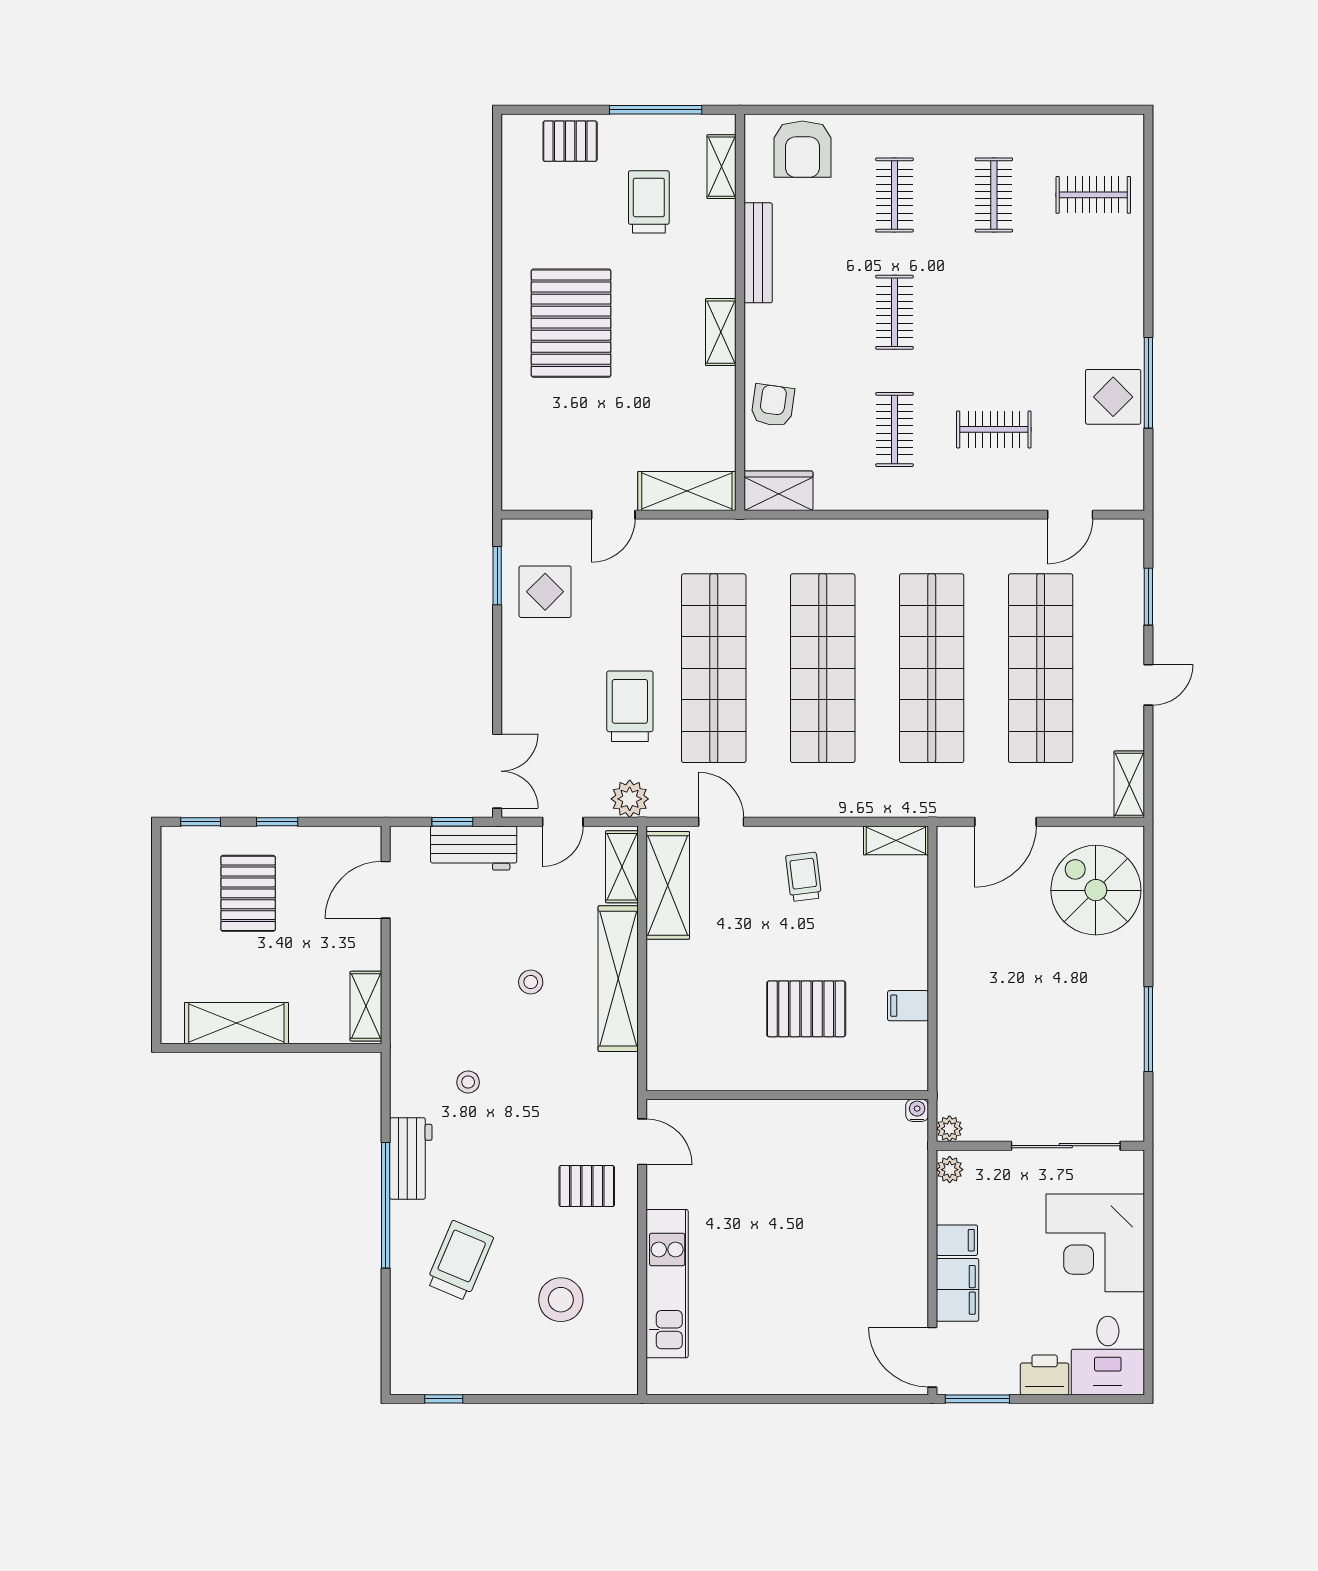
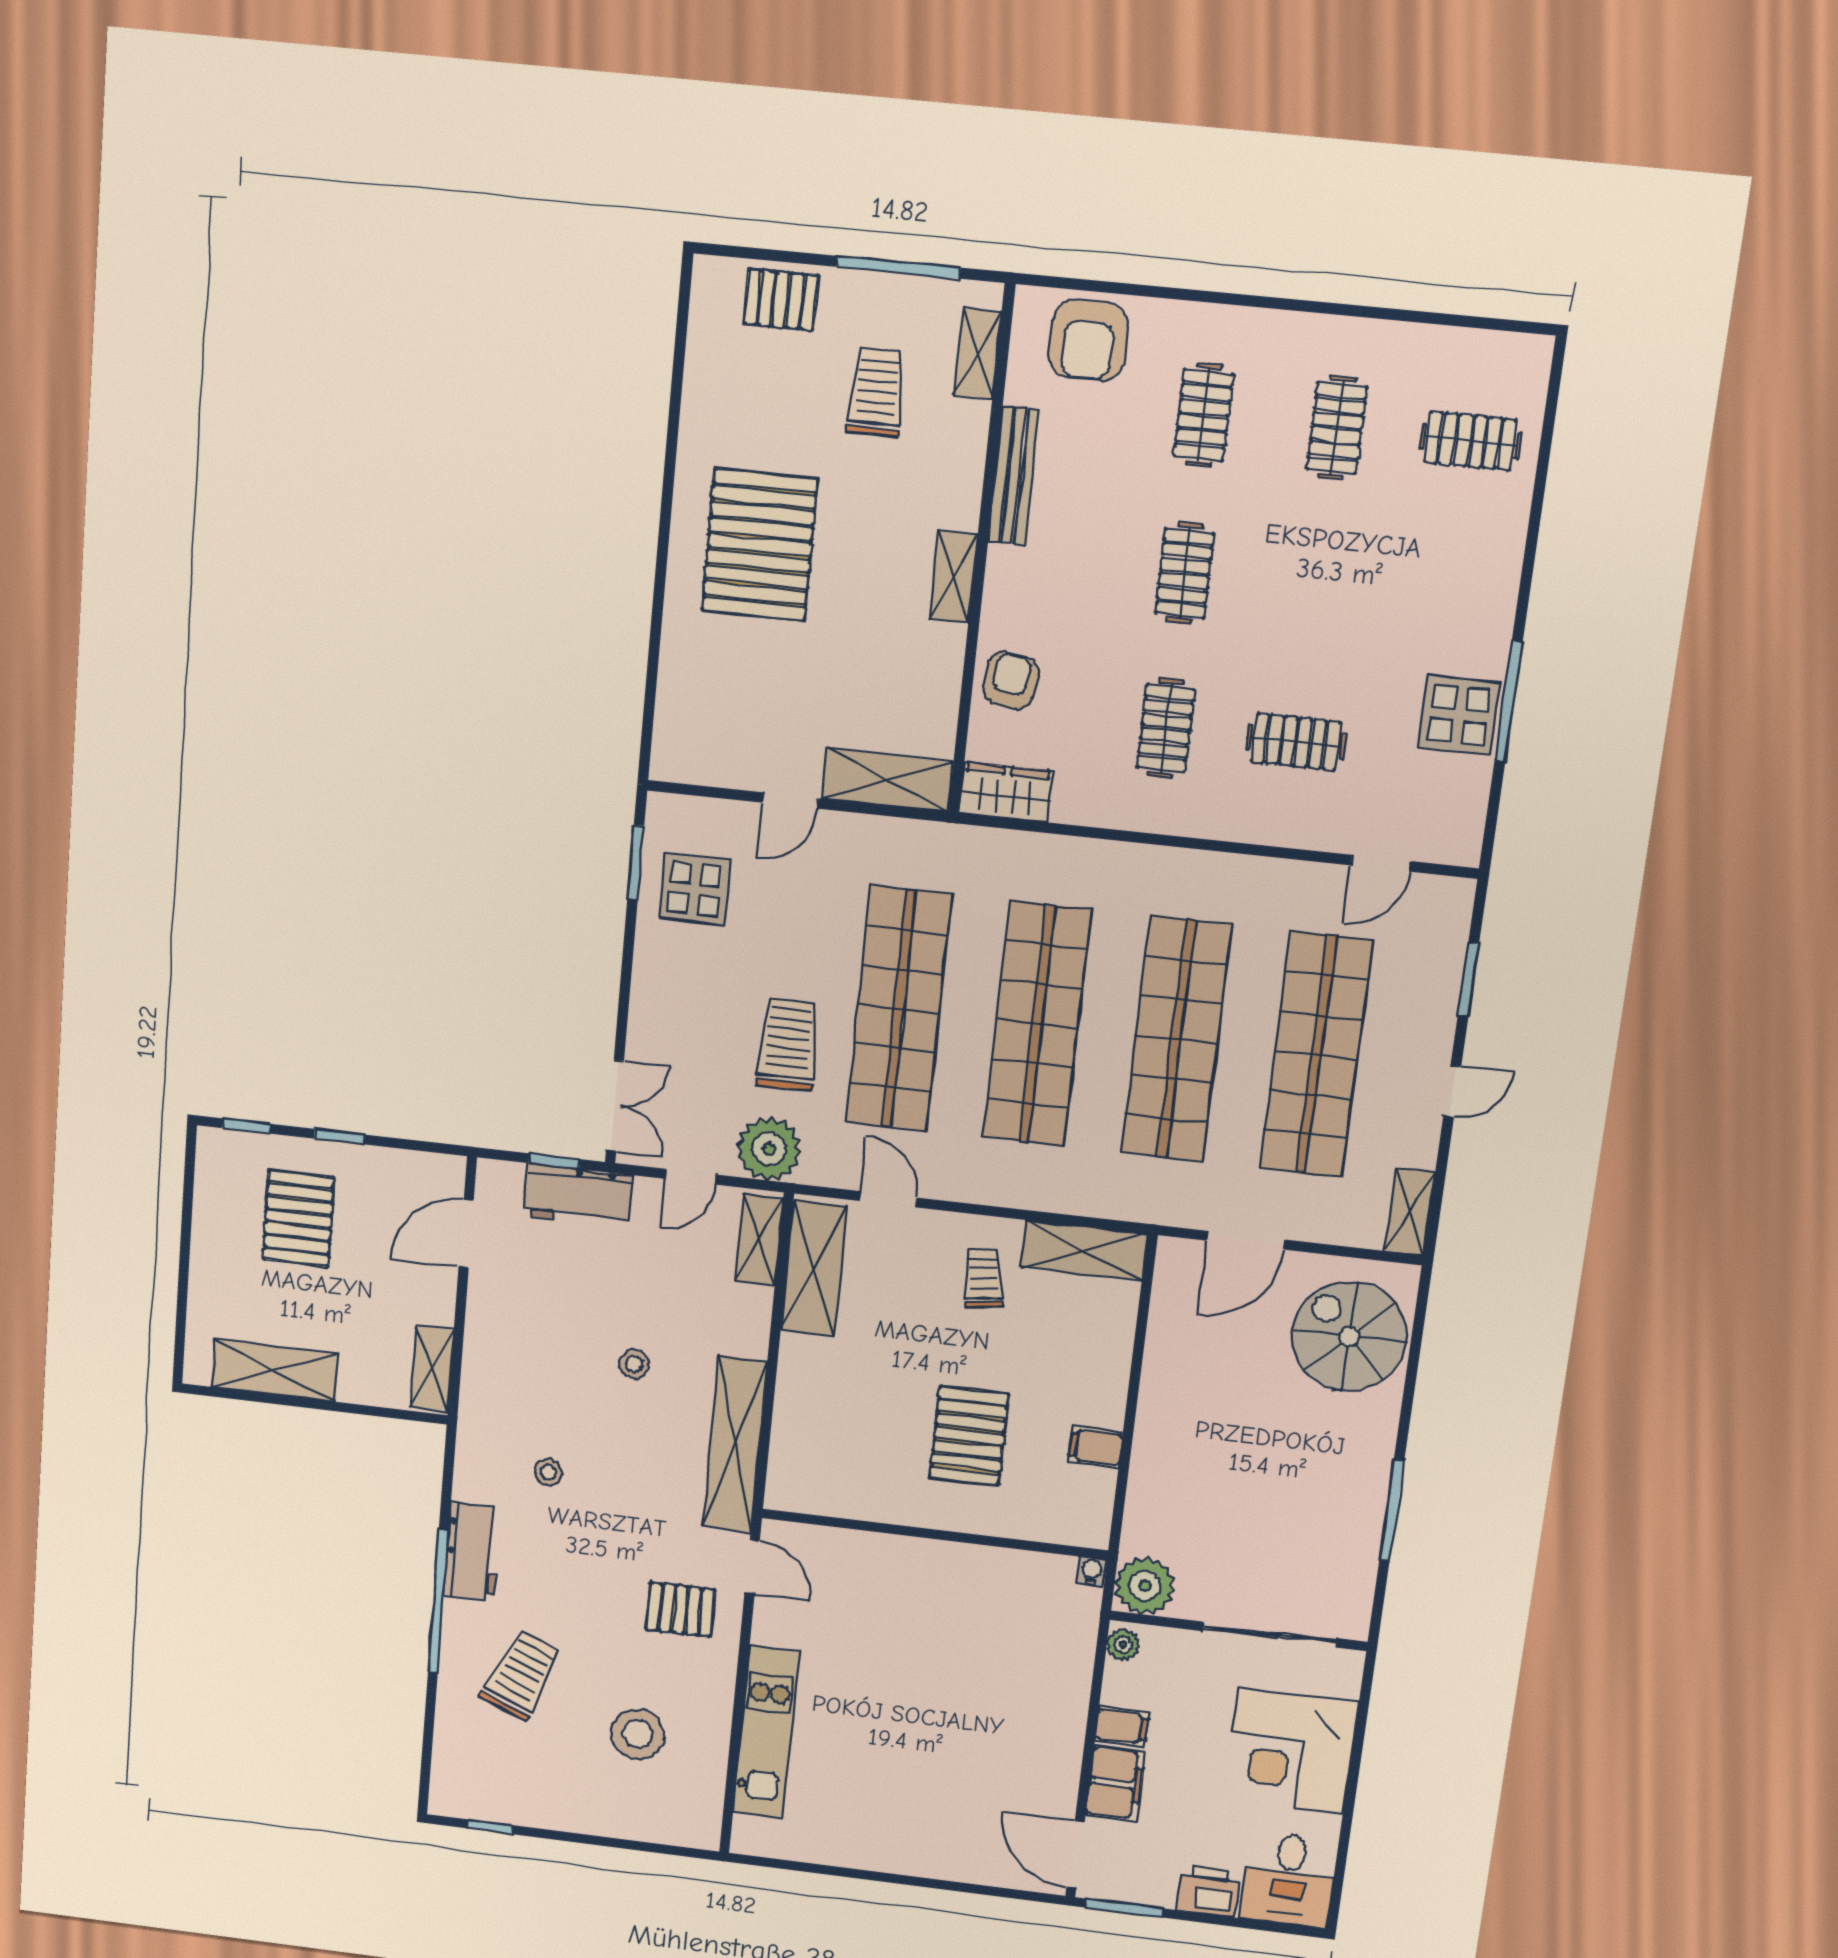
plant: (630, 799) -> (769, 1149), width x1.36, depth x1.36
shelving: (896, 840) -> (1084, 1251), width x1.50, depth x1.33
shelving: (618, 979) -> (735, 1444), moved
pallet: (806, 1009) -> (969, 1436), turned 90
plant: (949, 1129) -> (1145, 1586), width x1.88, depth x1.88

